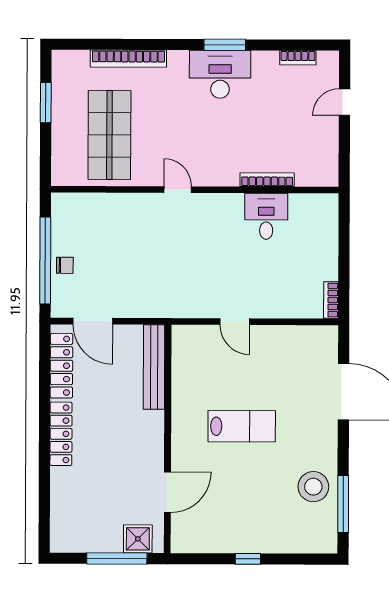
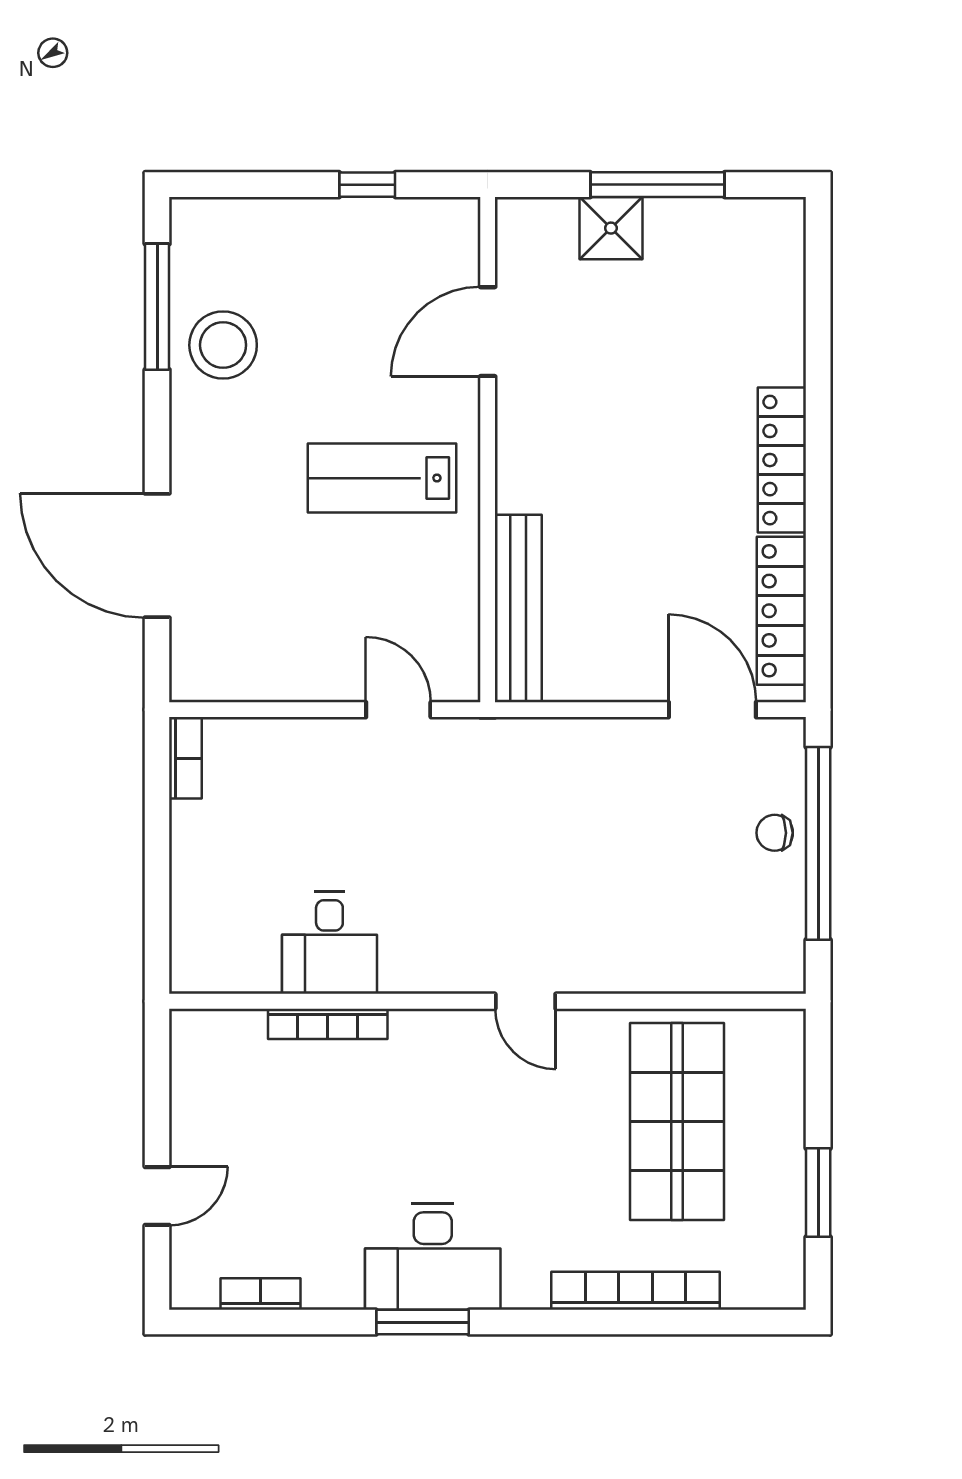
bench: (154, 367) -> (518, 608), moved
wall: (168, 439) -> (488, 450), moved
door: (167, 492) -> (488, 332), moved

